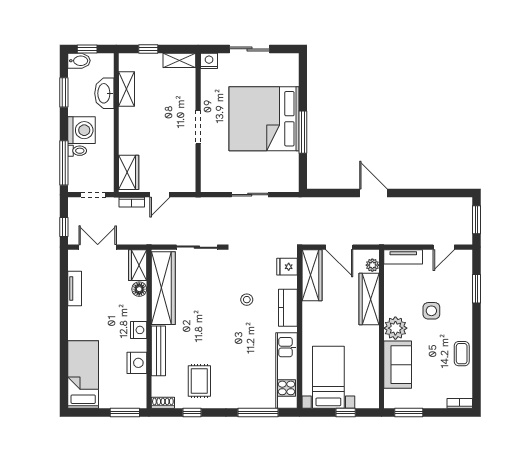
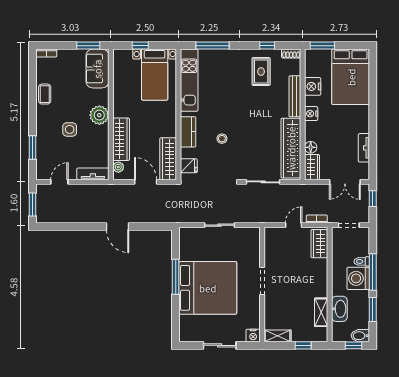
window: (64, 163) -> (373, 272), moved
sofa: (398, 365) -> (97, 69), moved
bed: (83, 375) -> (351, 77), width x1.50

